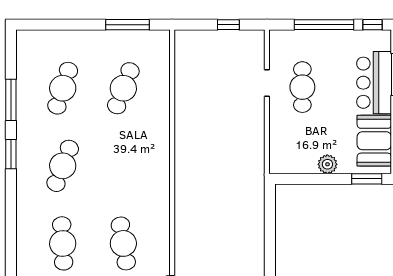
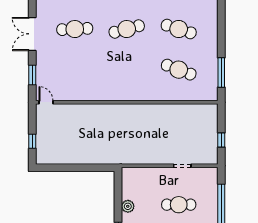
cafe table: (302, 87) -> (179, 205), moved
cafe table: (63, 166) -> (127, 29), turned -36
cafe table: (123, 243) -> (75, 70), removed

